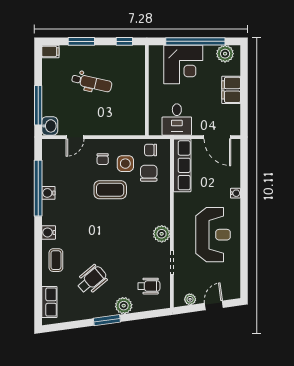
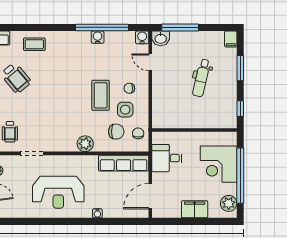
water cooler: (49, 232) -> (142, 37), moved
plant: (162, 234) -> (85, 144), moved

